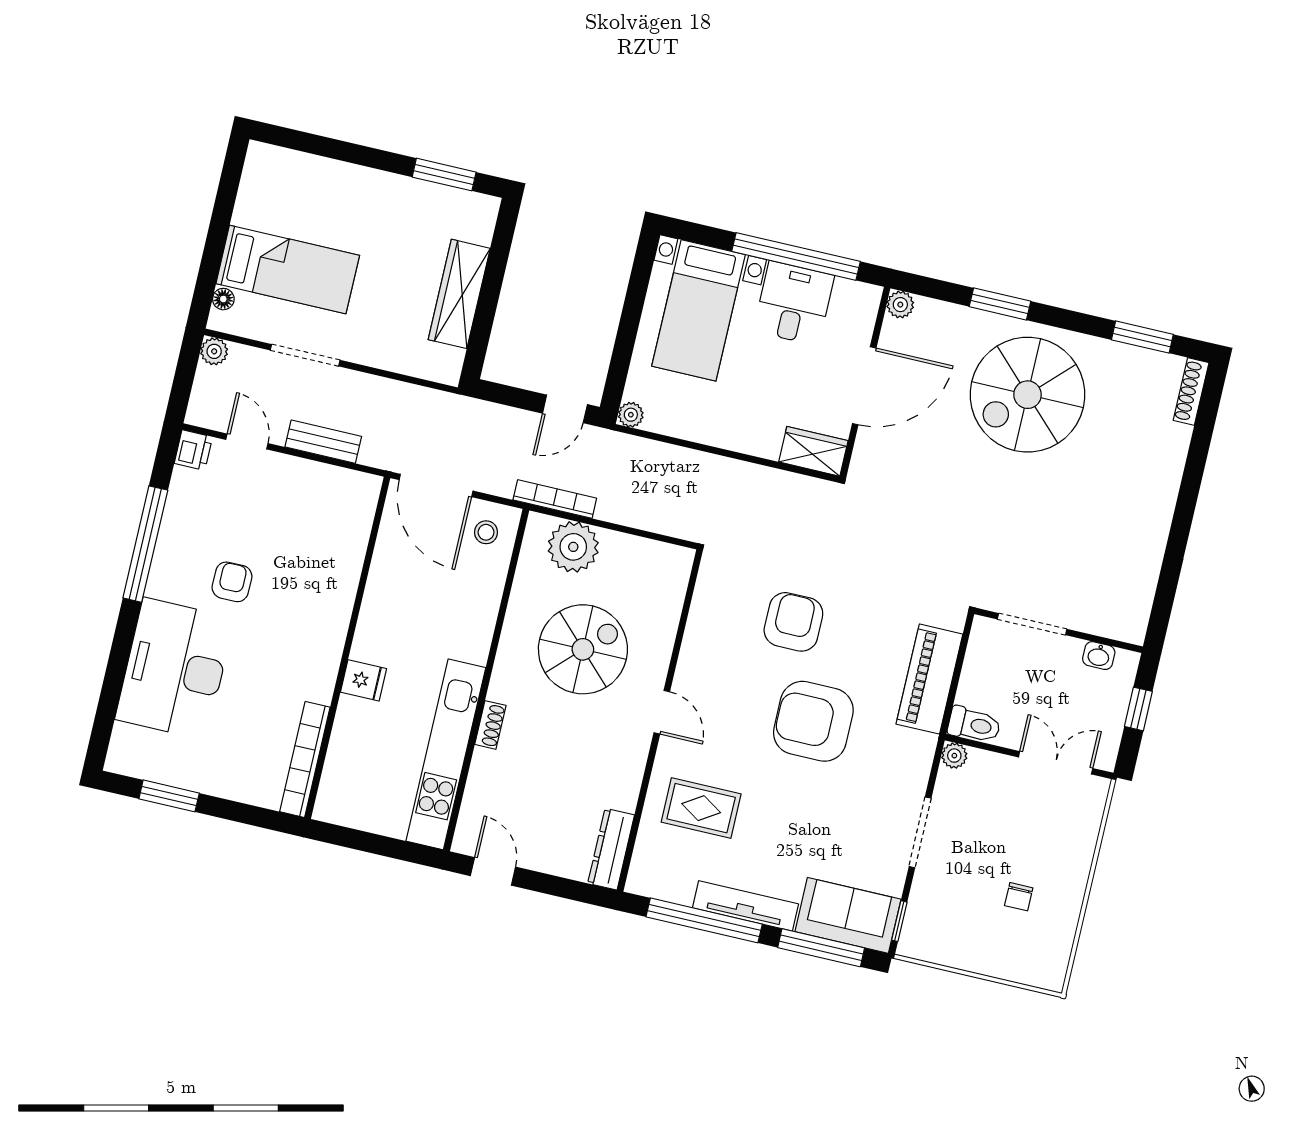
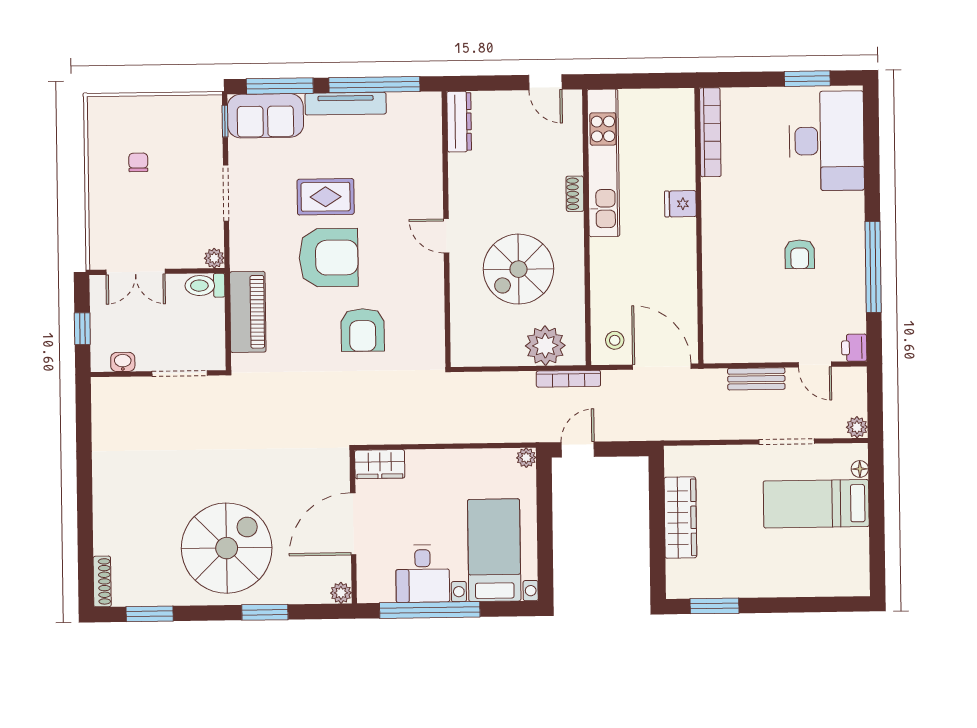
desk: (175, 669) -> (826, 141), moved
rug: (701, 808) -> (326, 197), moved

